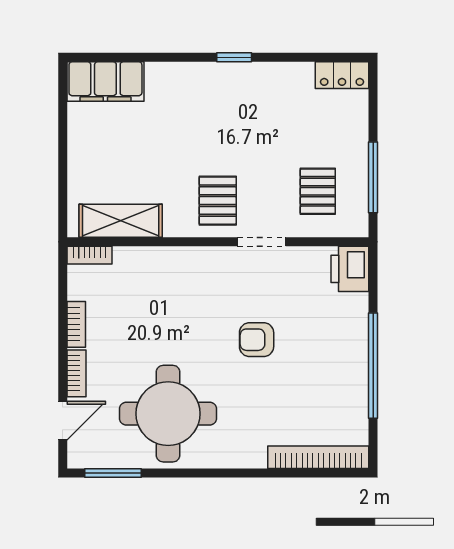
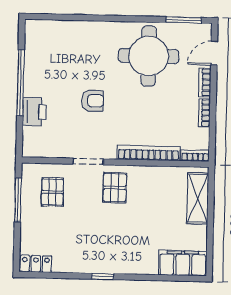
shelving: (121, 221) -> (198, 198), moved, turned 90
printer: (350, 269) -> (34, 112), moved
bookcase: (318, 457) -> (149, 153), moved, turned 180

